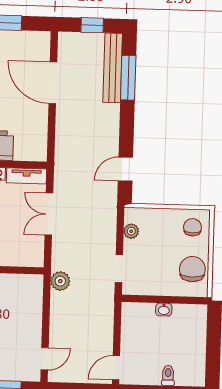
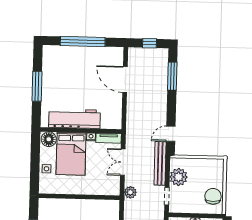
bench: (113, 68) -> (160, 163), moved
chair: (192, 227) -> (213, 170), removed
plant: (131, 231) -> (179, 177), width x1.87, depth x1.87
plant: (60, 281) -> (130, 192), moved

